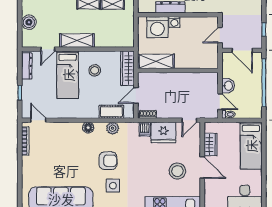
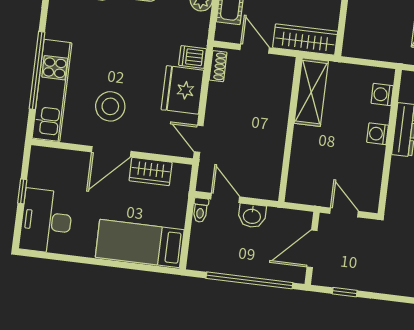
washing machine: (157, 27) -> (382, 94), width x0.53, depth x0.53
door: (220, 102) -> (225, 198), swing flipped

